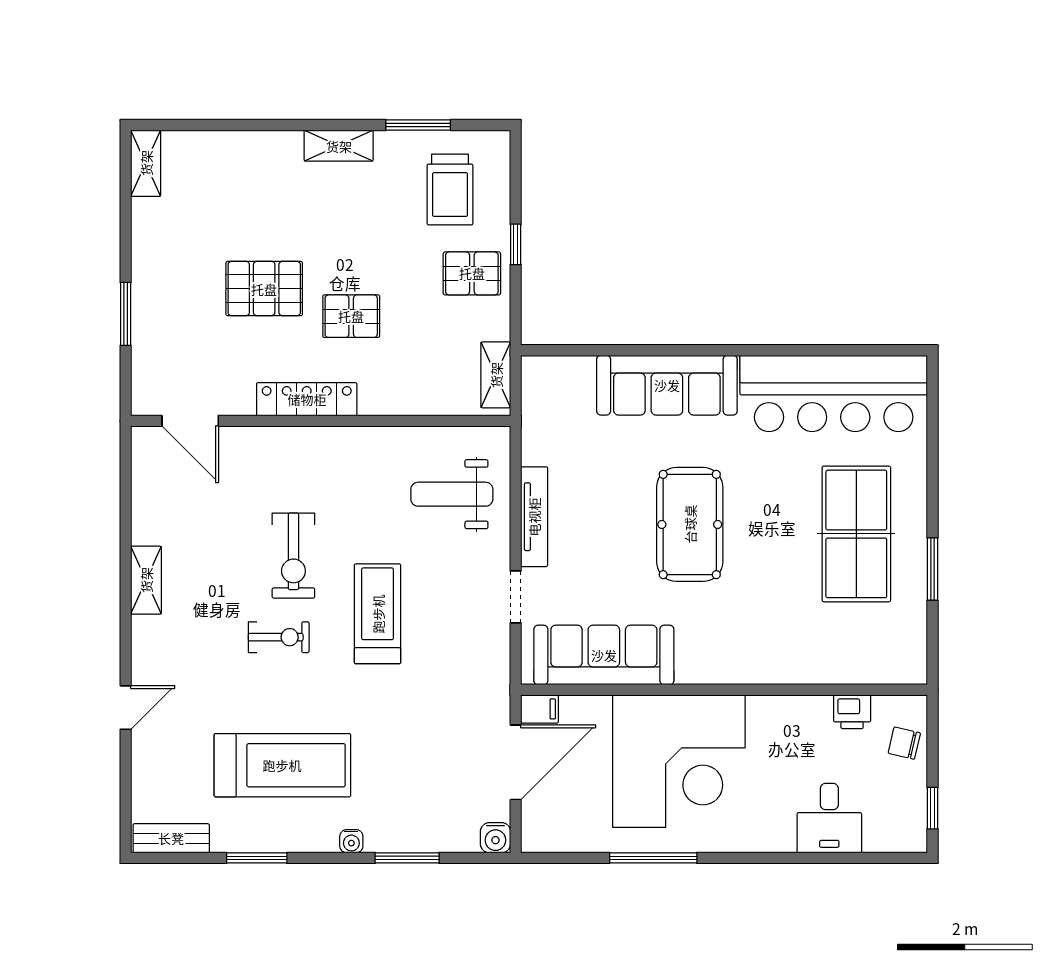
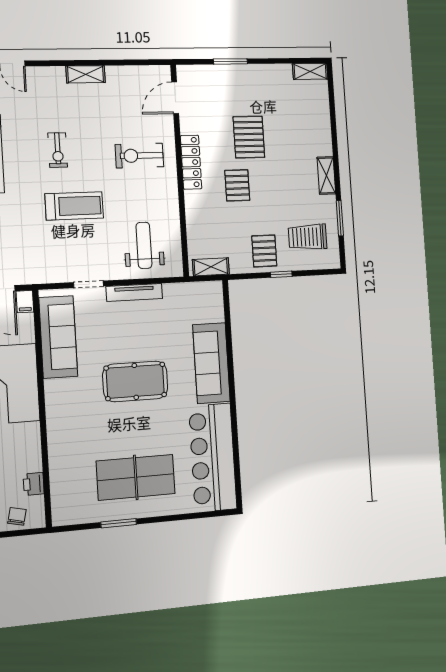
exercise bike: (293, 556) -> (139, 156), moved

